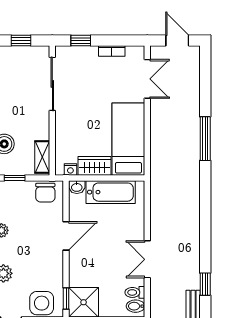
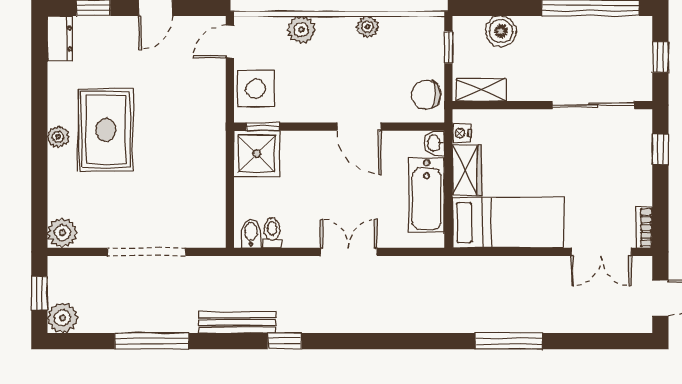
bookcase: (112, 51) -> (644, 227), moved
double door: (147, 259) -> (349, 252), moved

